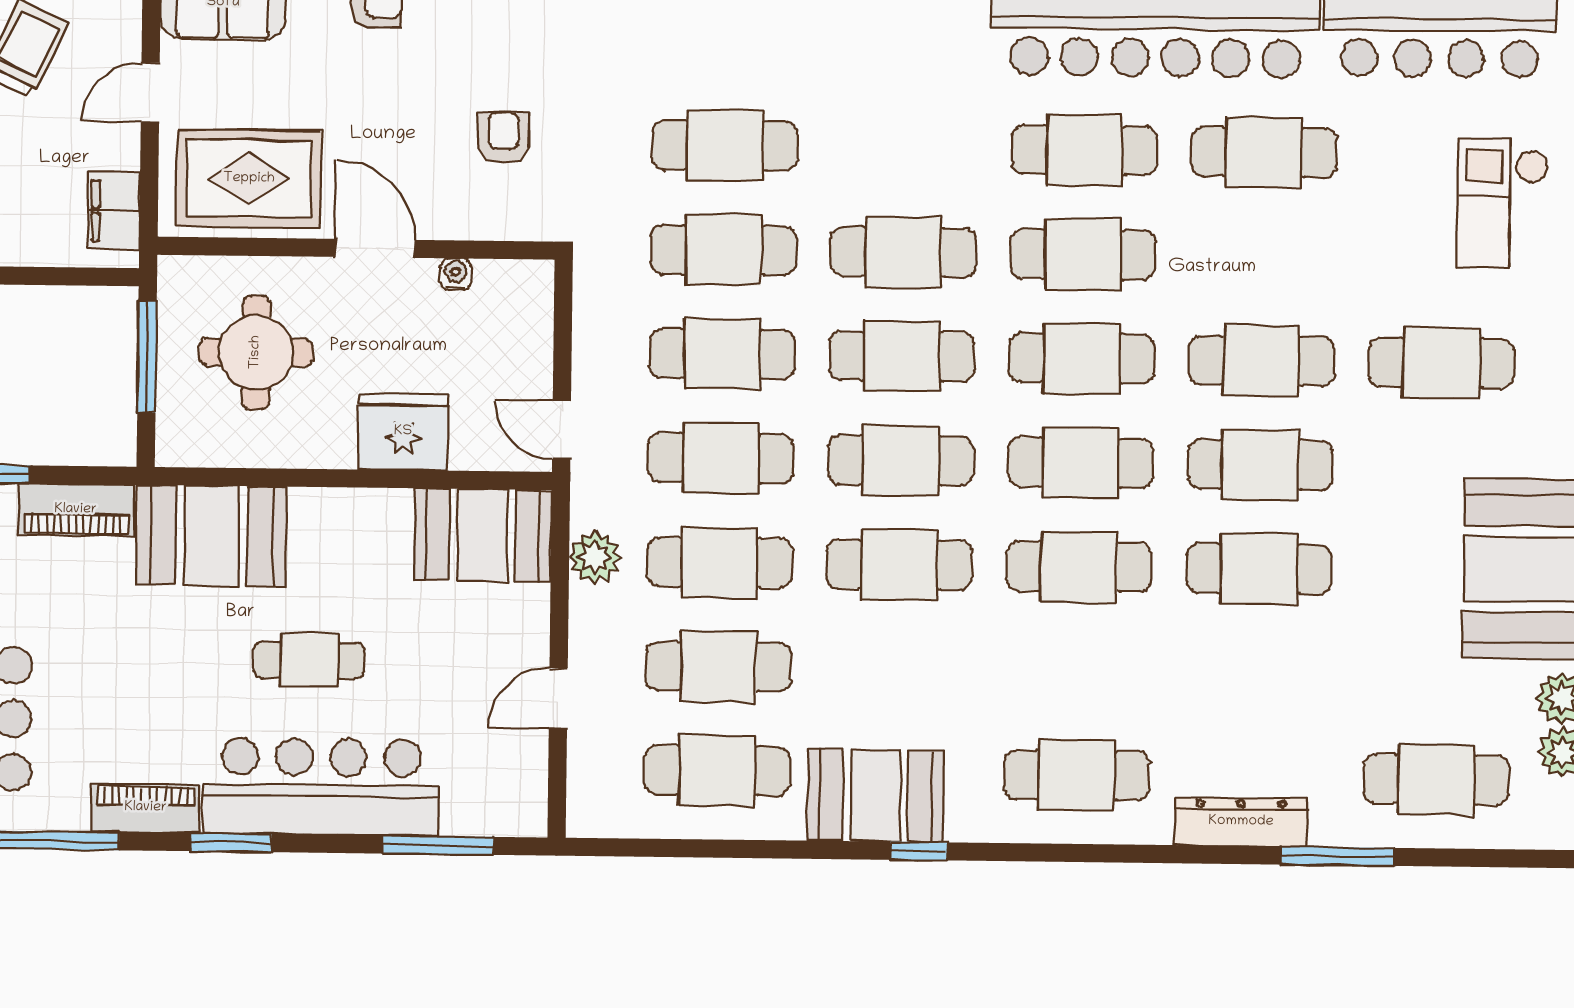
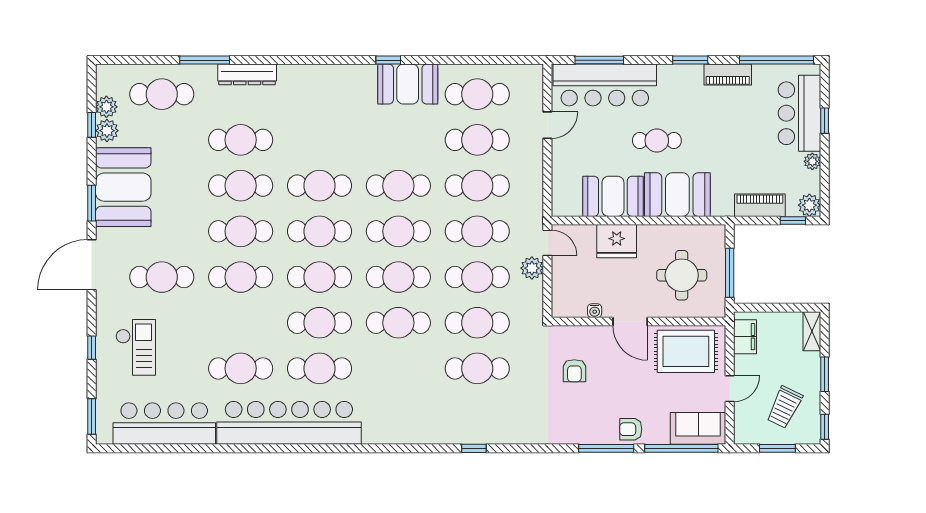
booth: (483, 535) -> (613, 196), moved
booth: (212, 536) -> (677, 195), moved
plant: (595, 557) -> (532, 268), moved
cafe table: (1077, 775) -> (241, 140), moved
bar counter: (321, 787) -> (605, 85), moved

